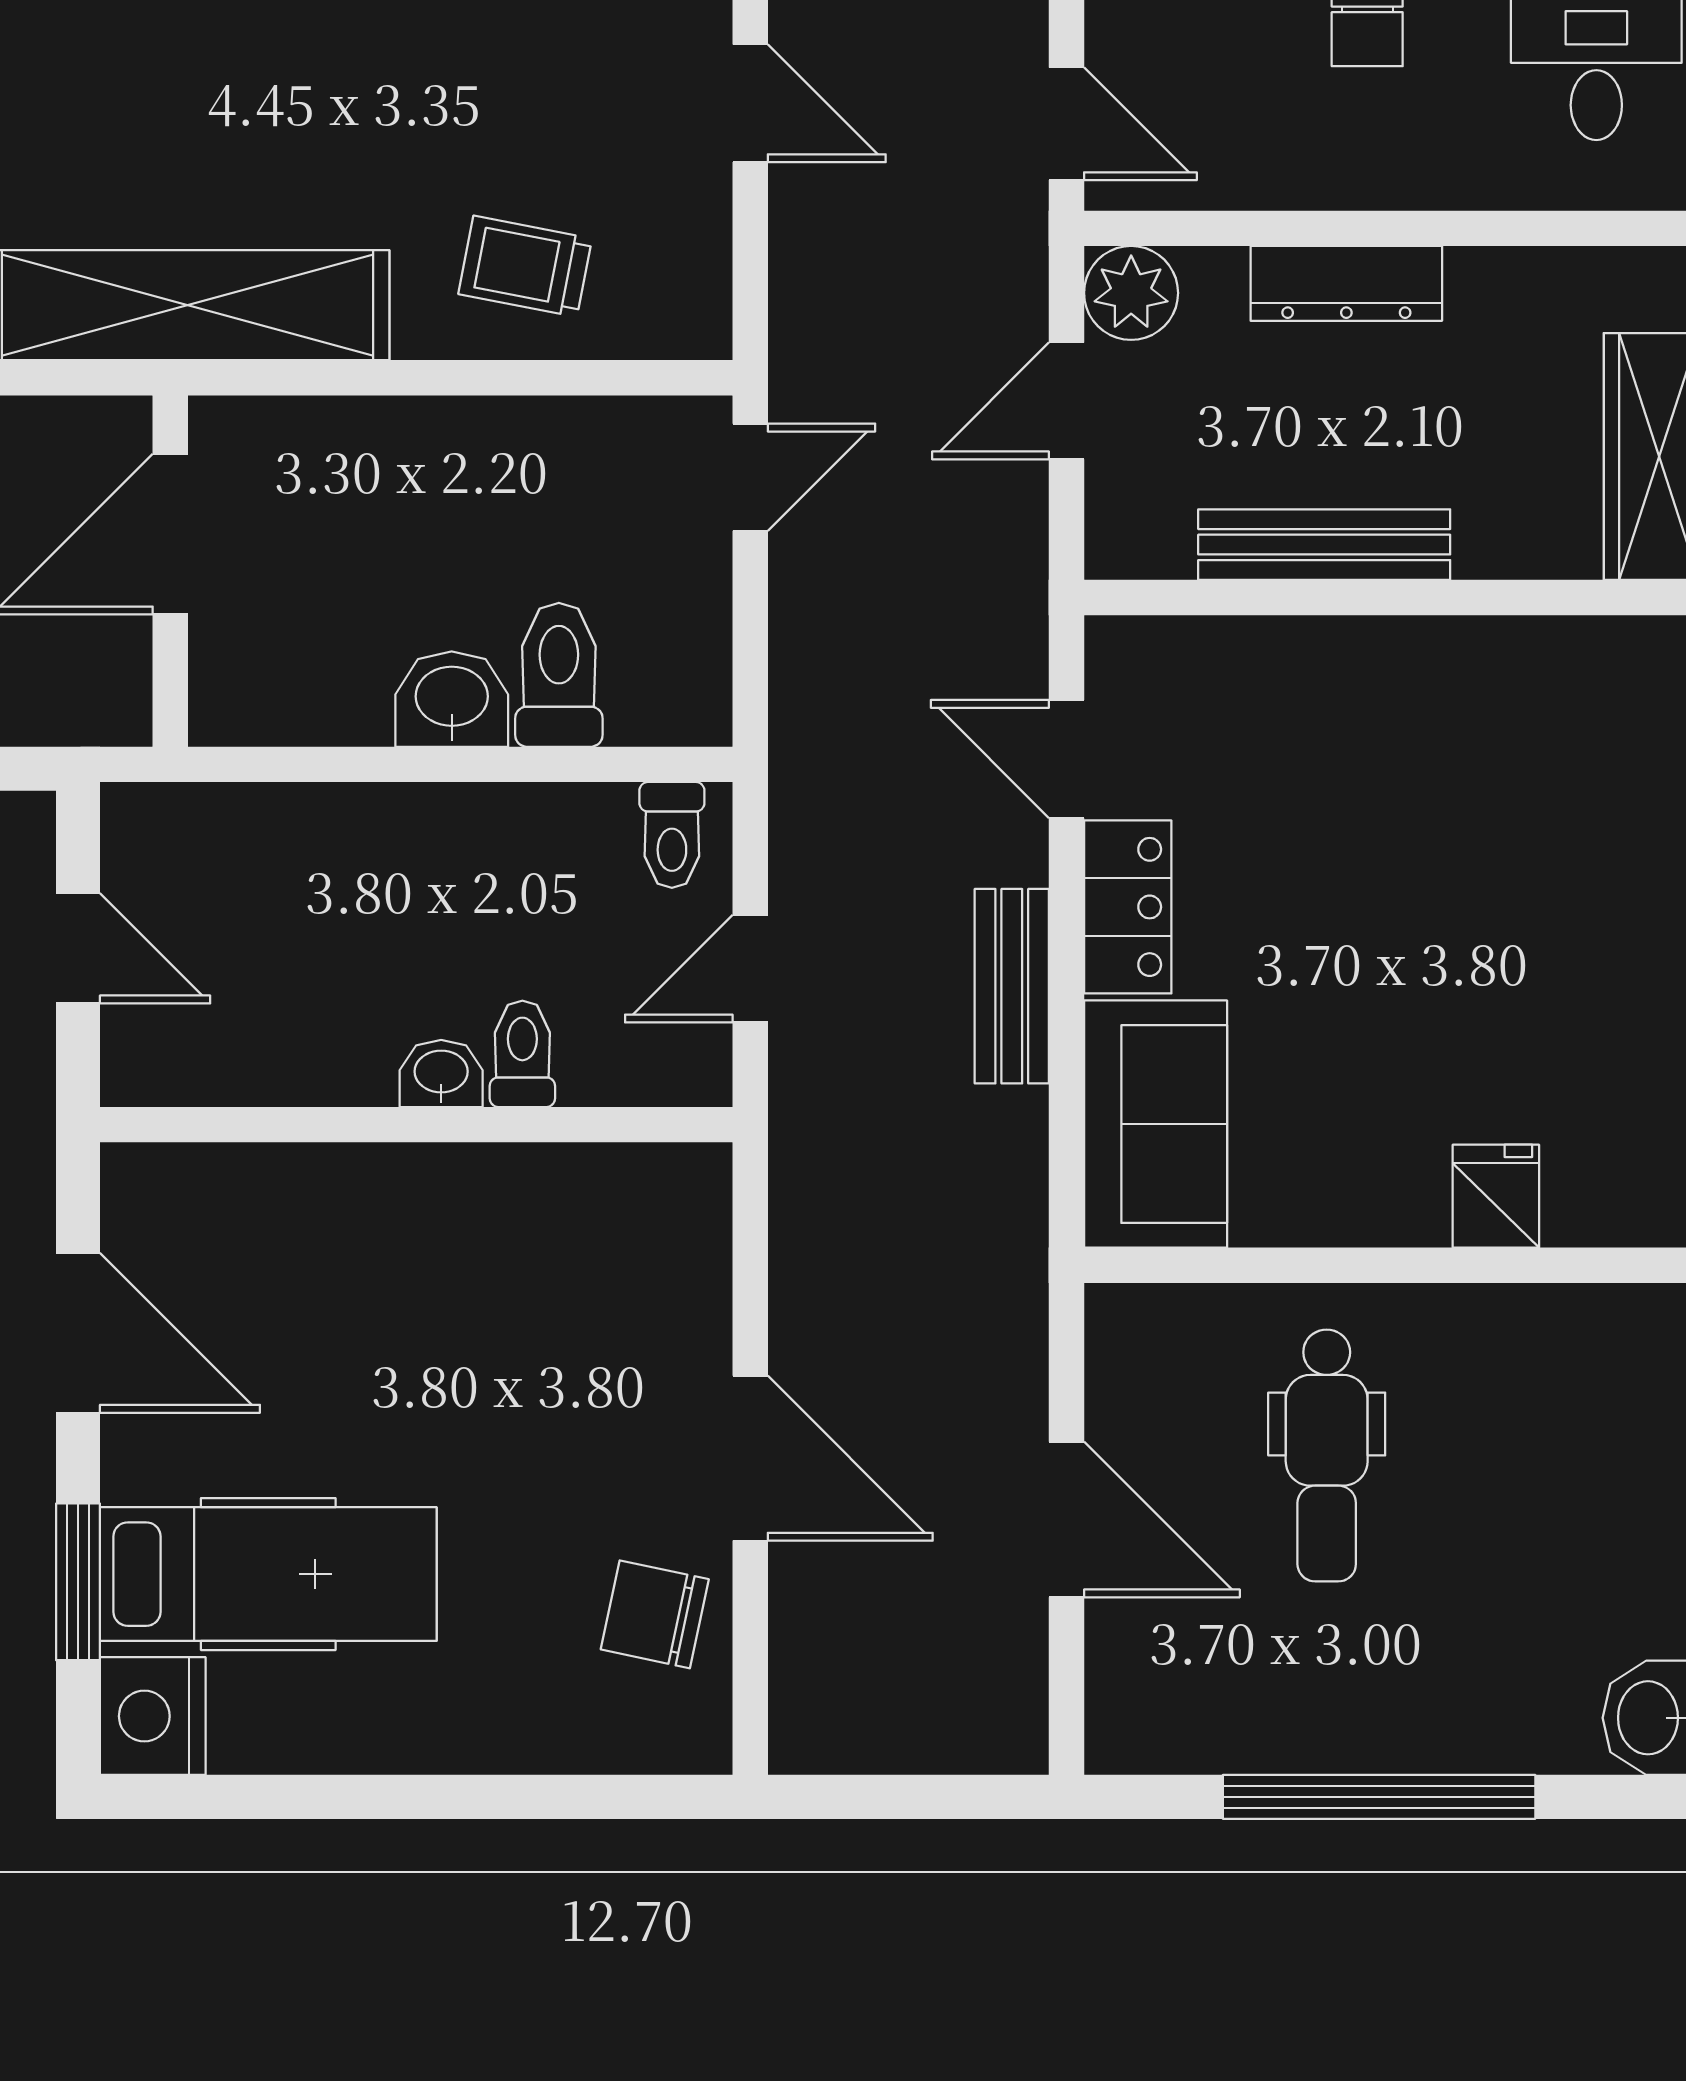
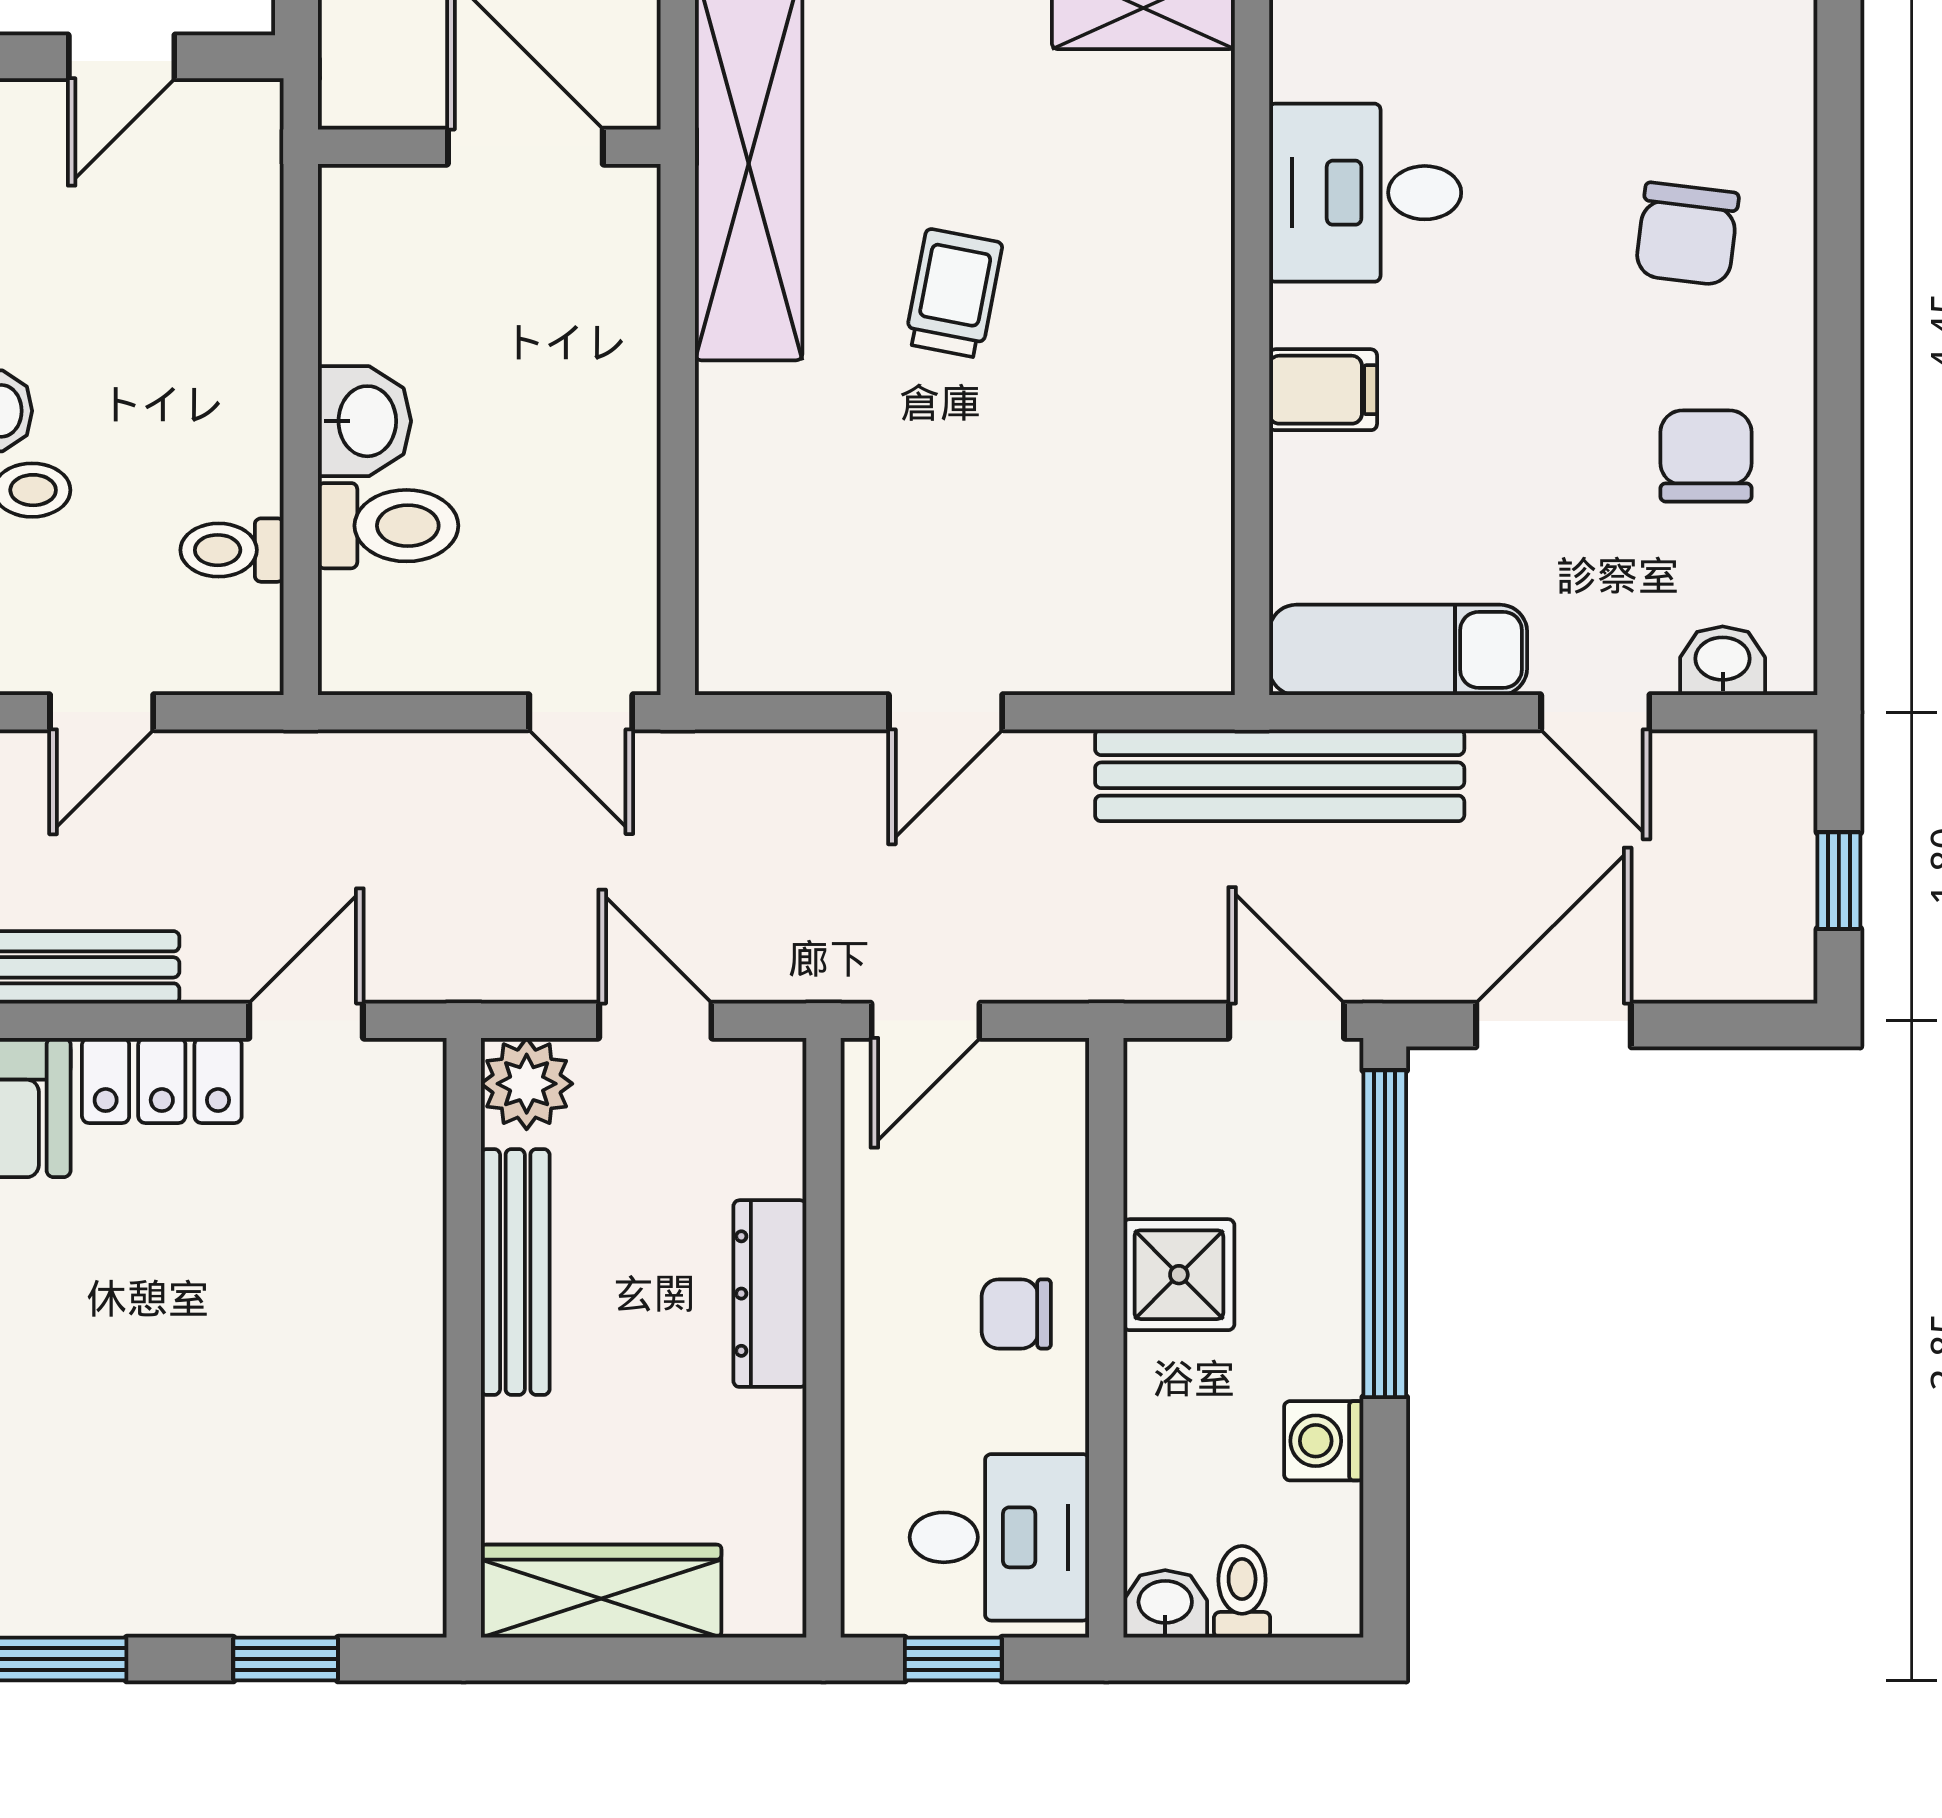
trolley: (525, 266) -> (954, 293), moved
plant: (1131, 293) -> (527, 1084), moved
toilet: (672, 835) -> (232, 550), moved
door: (750, 969) -> (102, 712), swing flipped

